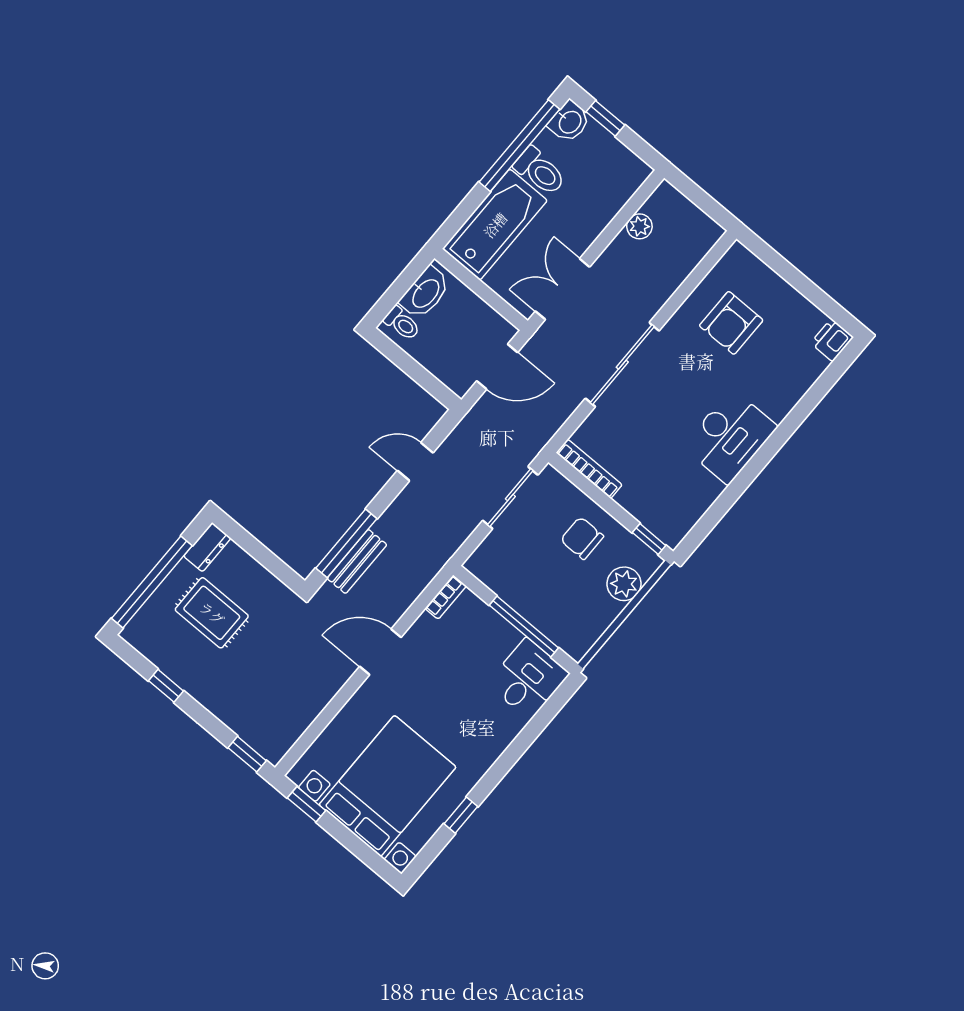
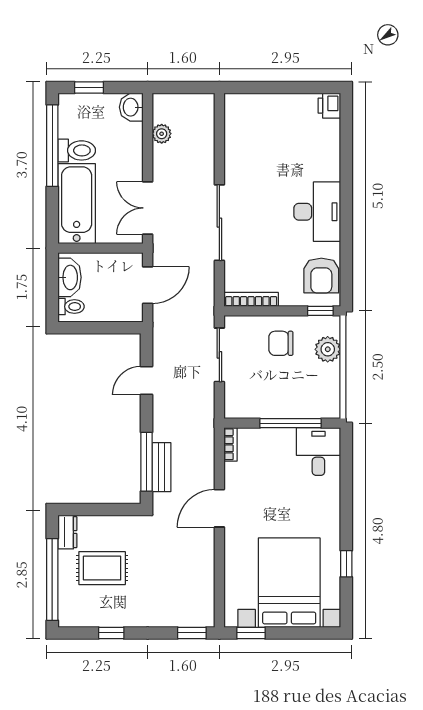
washbasin: (569, 122) -> (131, 107), moved, turned 180
armchair: (731, 323) -> (321, 276), moved

